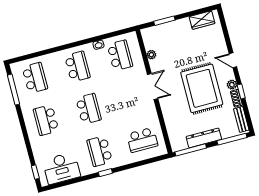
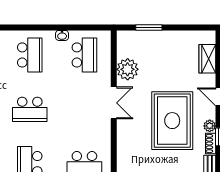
wardrobe: (202, 20) -> (207, 59), moved, turned 90
plant: (151, 55) -> (128, 69), width x1.87, depth x1.87
school desk: (89, 109) -> (30, 109), turned 90

